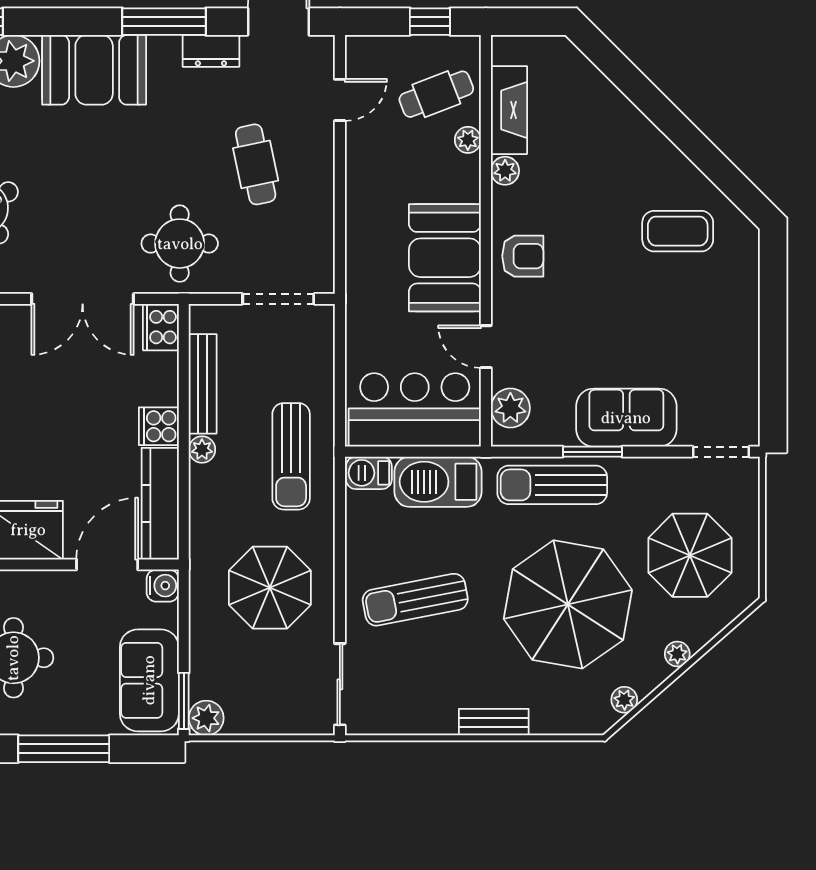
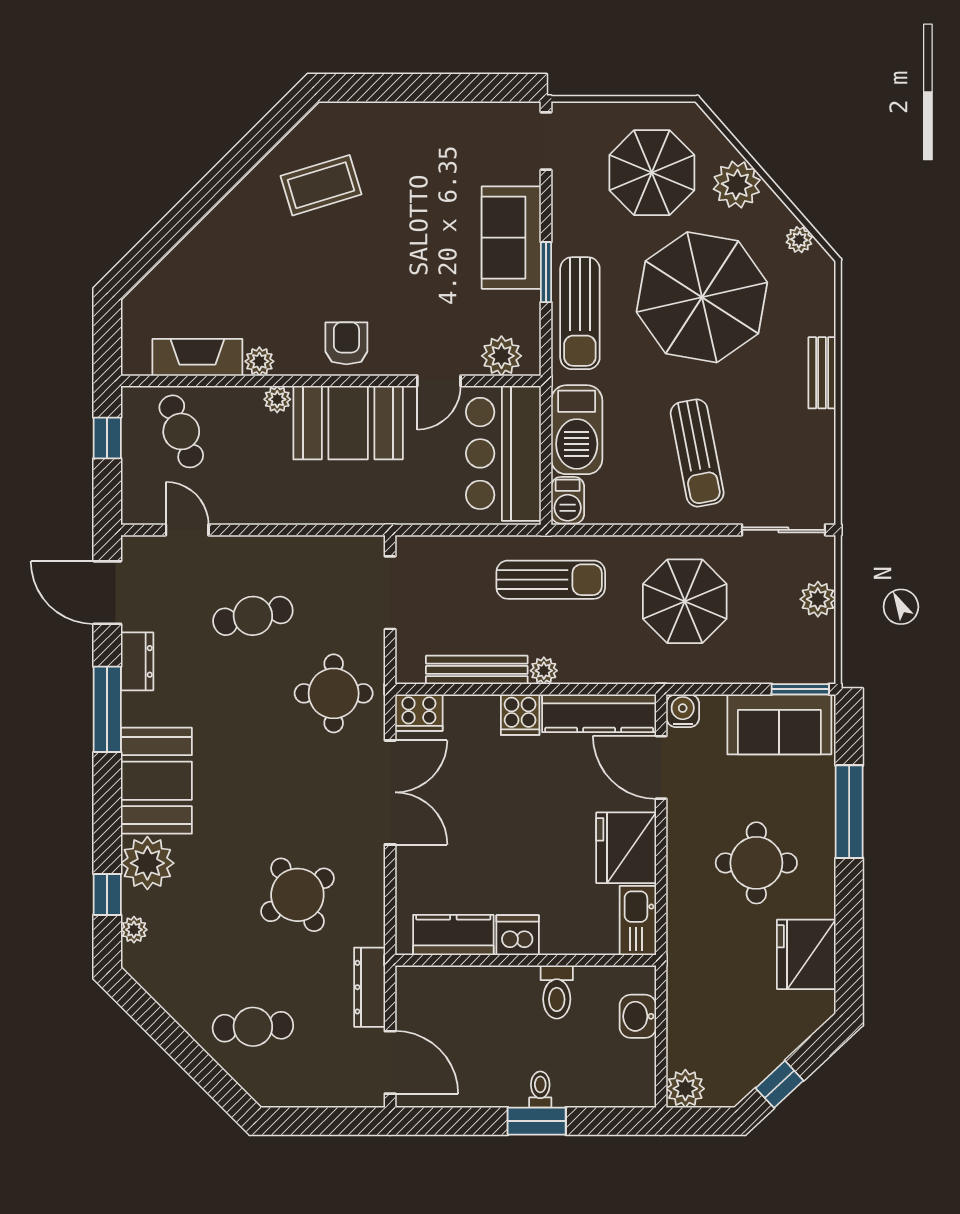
plant: (468, 140) -> (277, 399), moved
coffee table: (678, 231) -> (321, 185), turned 73
plant: (677, 654) -> (737, 185), width x1.87, depth x1.87
plant: (206, 718) -> (818, 599), moved

